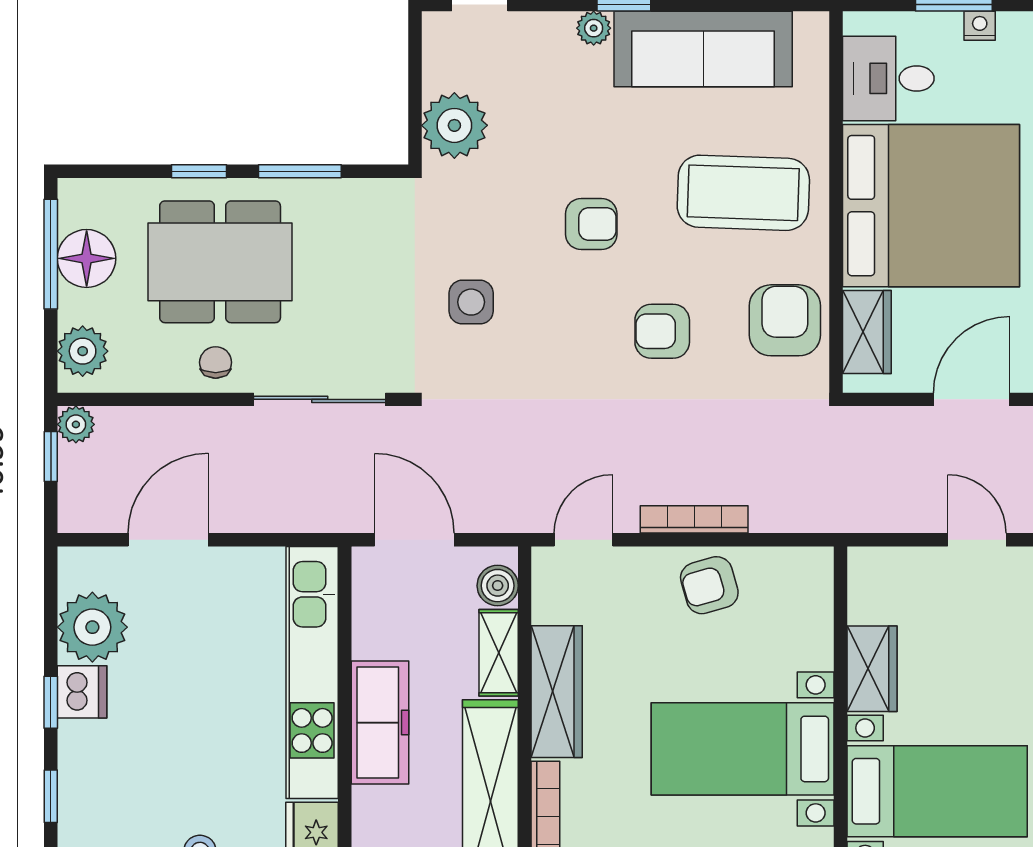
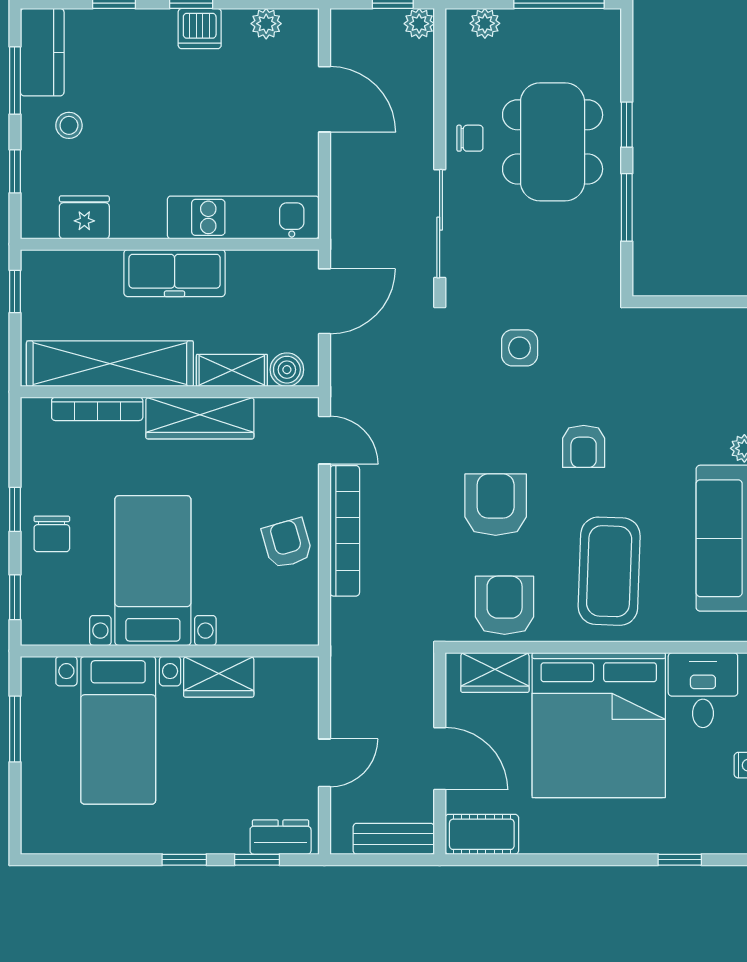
plant: (454, 125) -> (664, 334), removed
floor lamp: (87, 258) -> (555, 32), removed
armchair: (785, 320) -> (505, 605), turned -90
armchair: (662, 331) -> (496, 505), width x1.38, depth x1.38
plant: (83, 351) -> (485, 23), width x0.73, depth x0.73
bookcase: (694, 519) -> (345, 531), width x1.48, depth x1.31
plant: (92, 627) -> (266, 24), width x0.53, depth x0.53
kitchen unit: (312, 672) -> (243, 217), width x0.73

